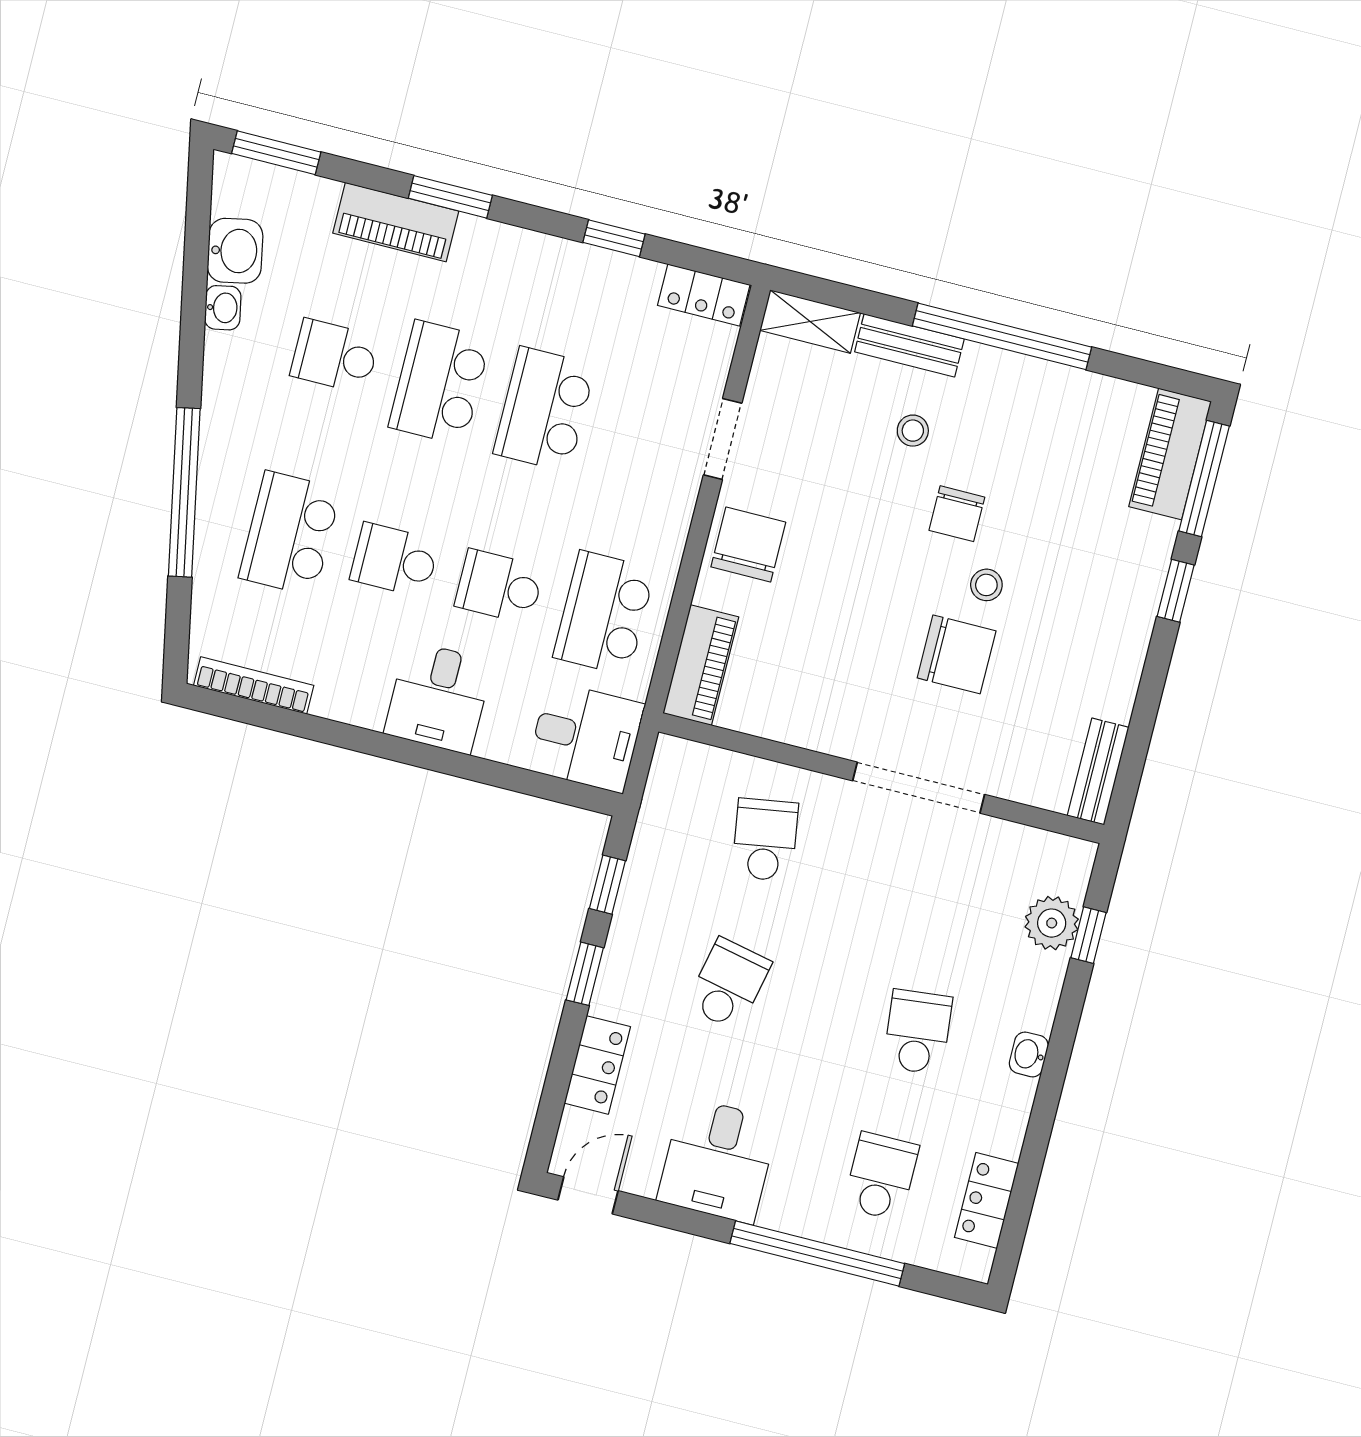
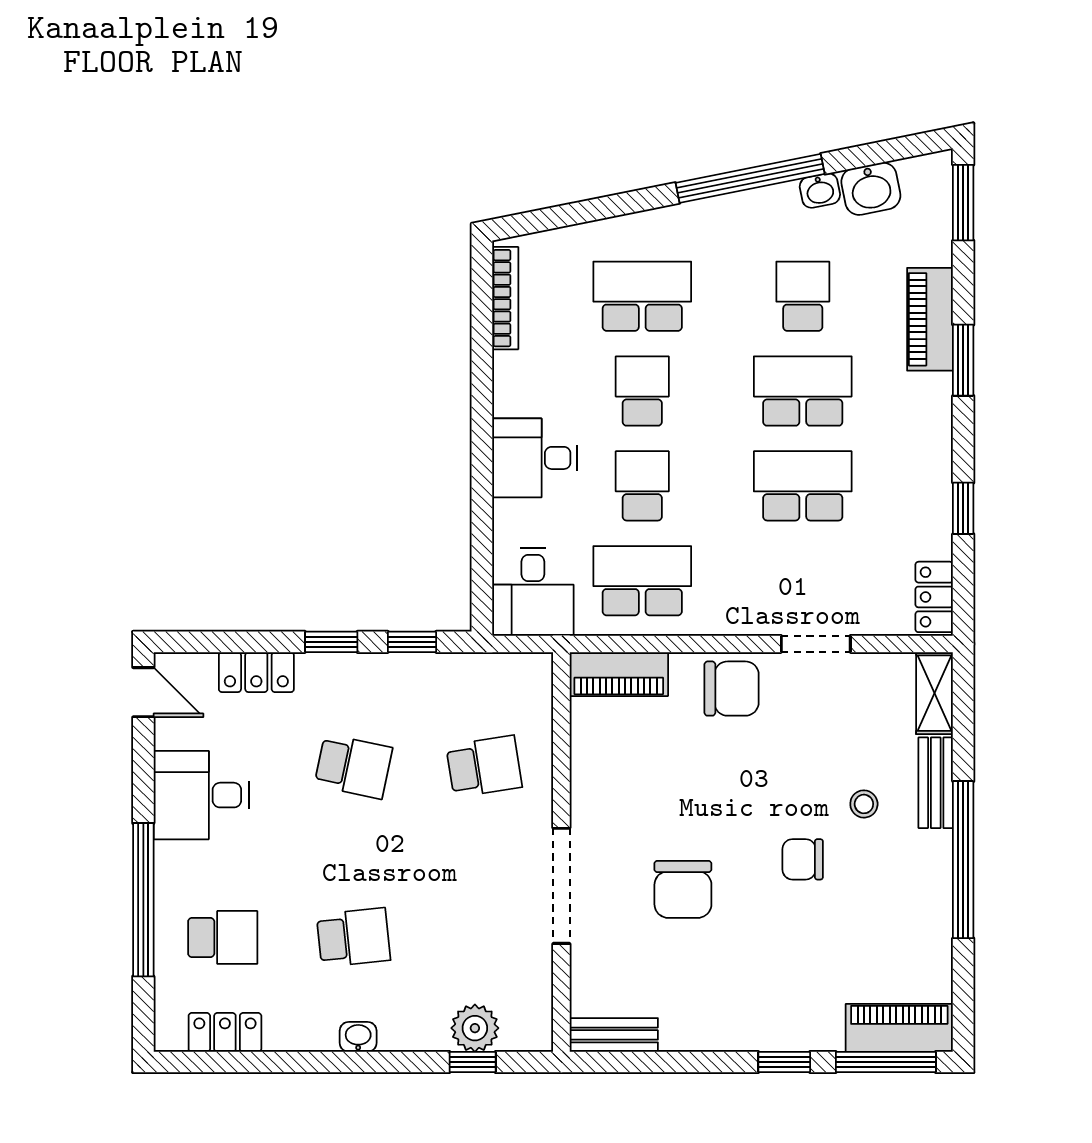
window: (184, 492) -> (750, 178), moved
stool: (986, 585) -> (748, 900), removed

